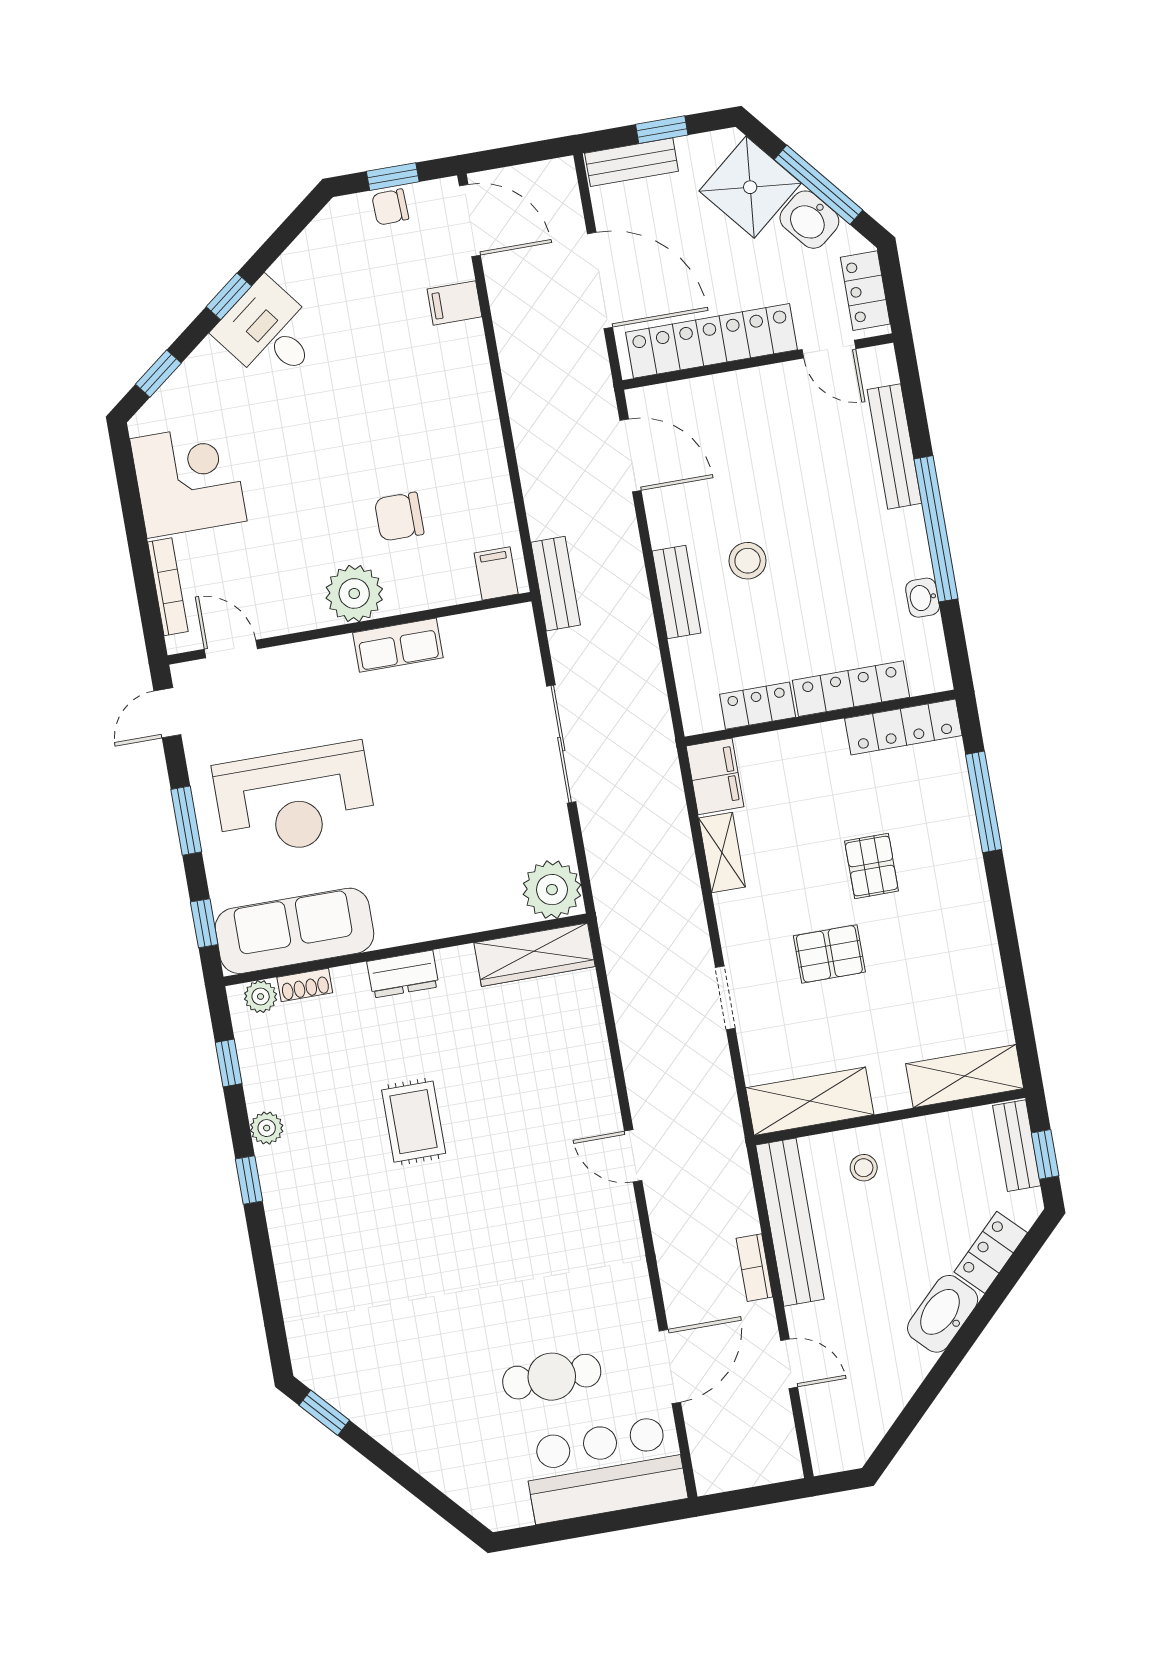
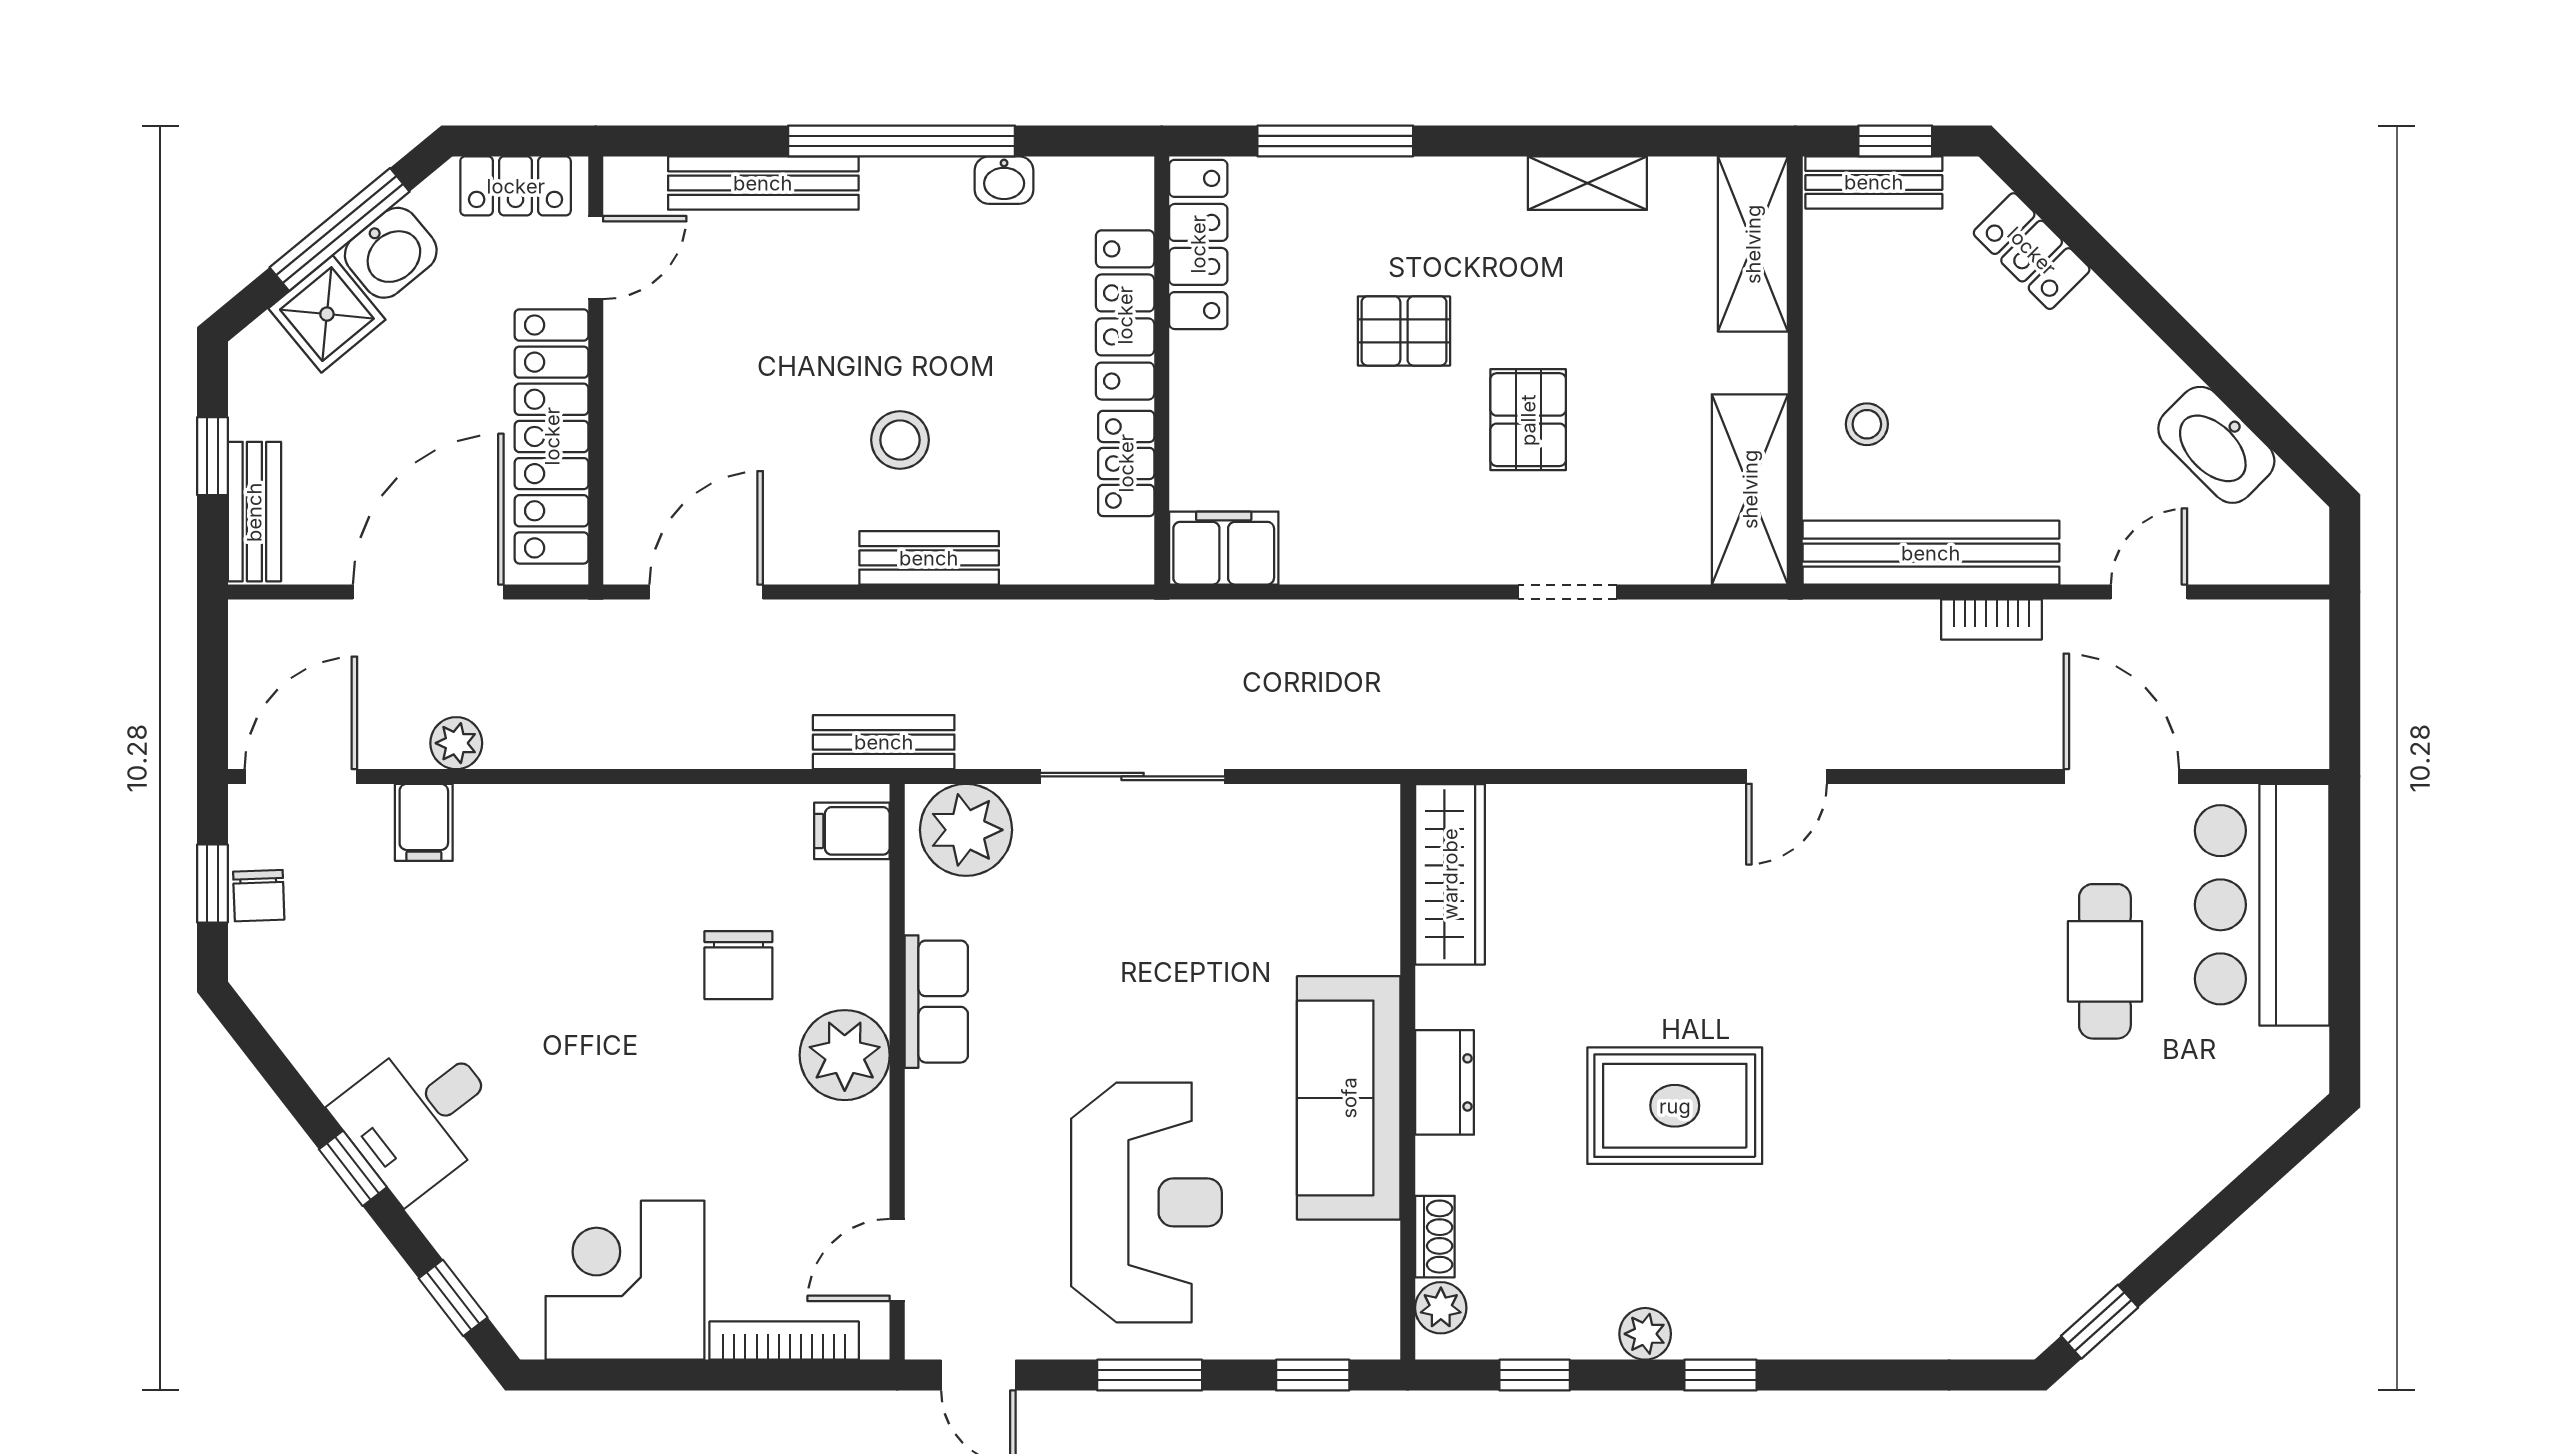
shower: (750, 187) -> (327, 314), width x0.73, depth x0.73
plant: (508, 315) -> (456, 743), added
shelving: (722, 852) -> (1587, 183), moved
plant: (552, 890) -> (966, 830), moved
sofa: (294, 931) -> (1349, 1098), moved
rug: (414, 1122) -> (1675, 1106), width x1.36, depth x1.43
washbasin: (943, 1314) -> (2216, 445), moved

